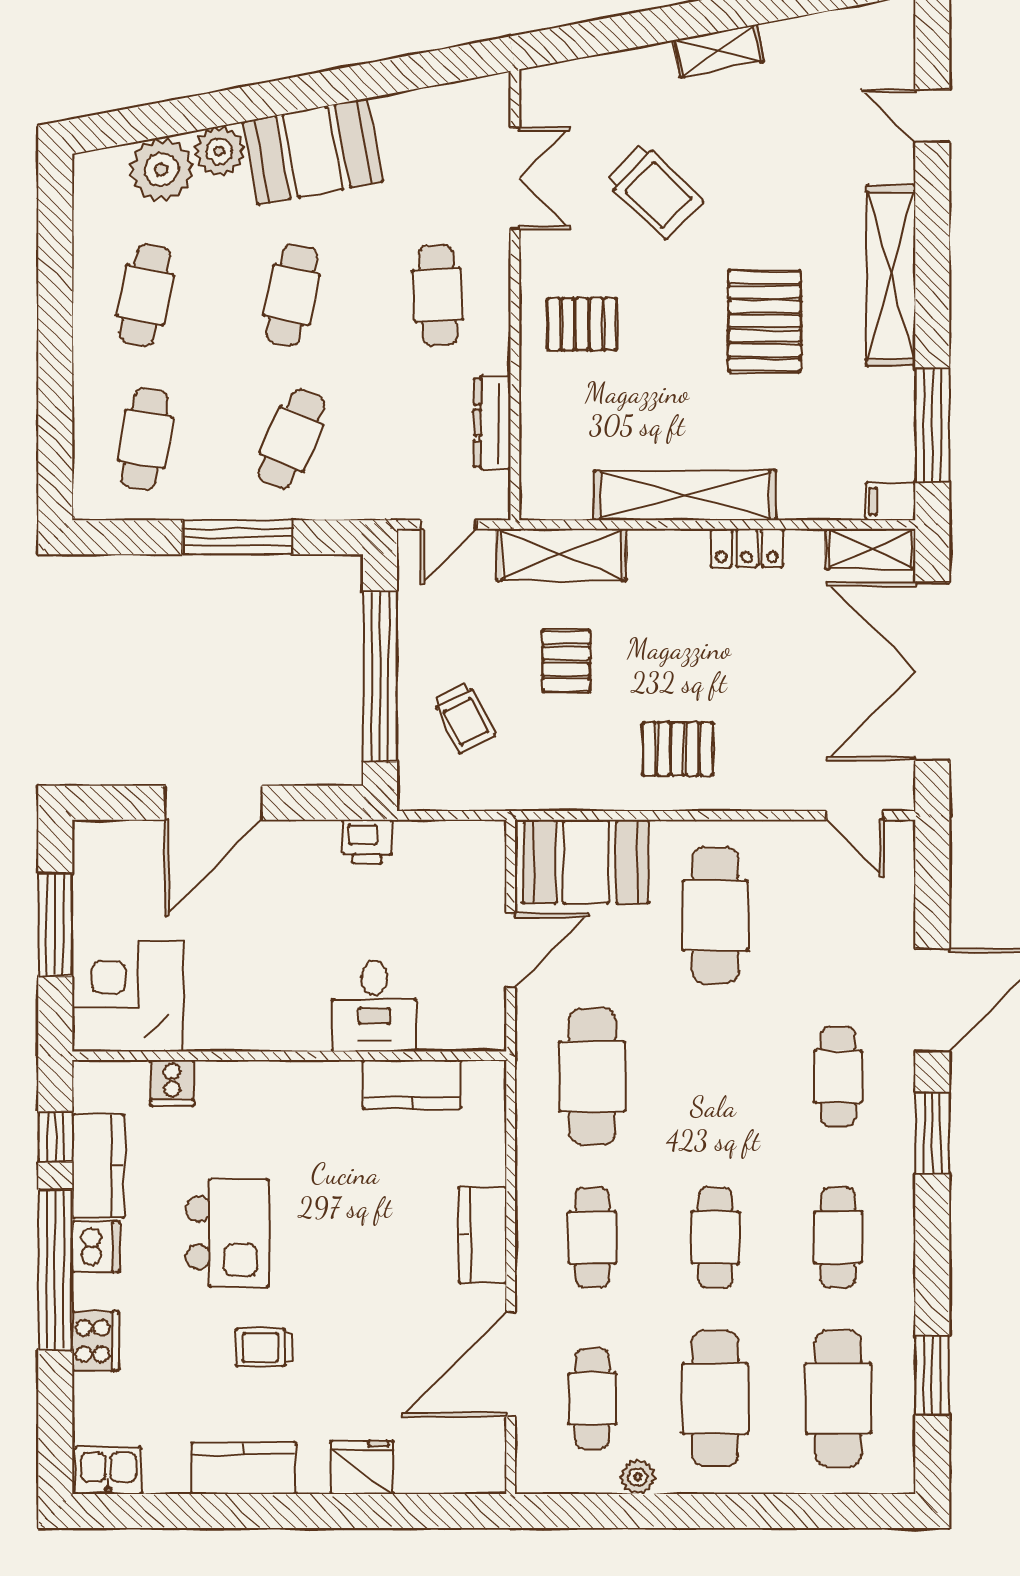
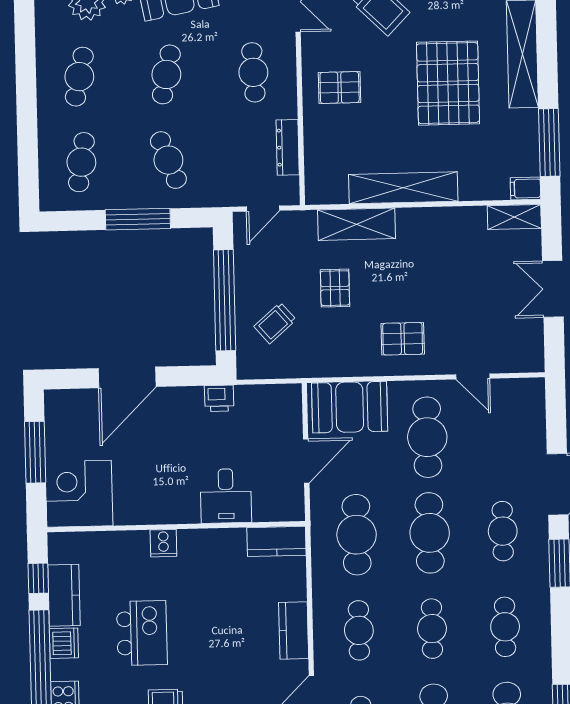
pallet: (765, 321) -> (448, 83), width x1.37, depth x1.41
cafe table: (291, 439) -> (168, 160), turned -45
locker: (747, 548) -> (441, 218), removed
shelving: (561, 555) -> (356, 224), moved
double door: (932, 671) -> (553, 289), width x0.54
trolley: (464, 717) -> (275, 323), turned 76
door: (855, 815) -> (473, 377), moved
cafe table: (715, 1076) -> (430, 533), added
cooker: (172, 1083) -> (163, 543), moved
kitchen counter: (412, 1085) -> (276, 541), moved

